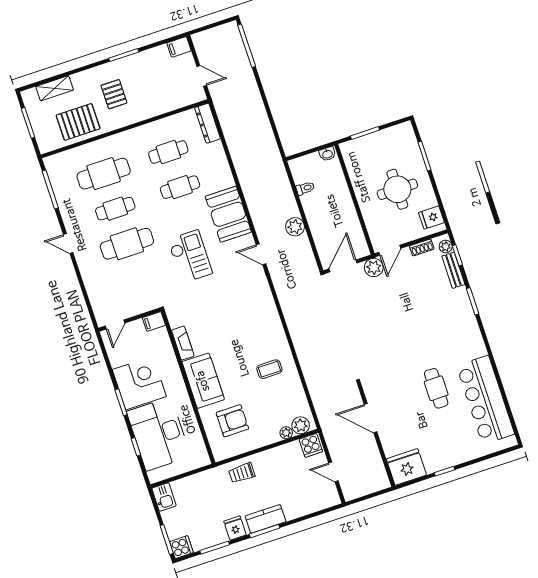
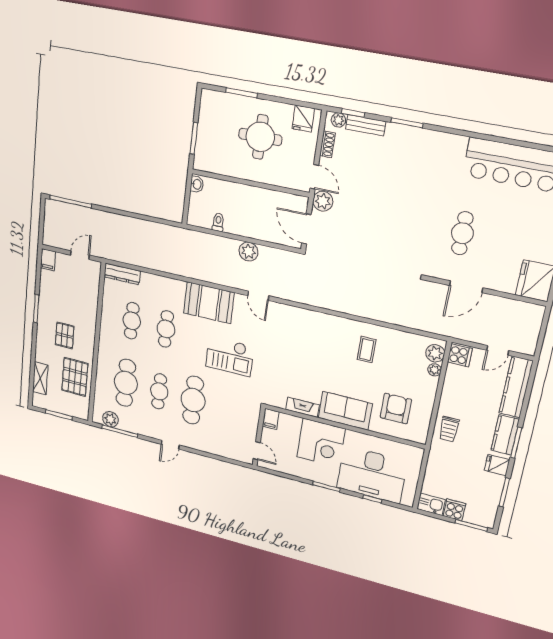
pallet: (114, 94) -> (65, 335), turned 90
plant: (57, 175) -> (110, 419), added
door: (261, 254) -> (258, 296), hinge flipped
checkout: (190, 256) -> (230, 356), turned 180
corner desk: (139, 383) -> (321, 443), moved, turned 180
cafe table: (436, 388) -> (462, 233), moved, turned 90
kitchen counter: (312, 503) -> (516, 387), added
cooker: (181, 547) -> (454, 510), moved

